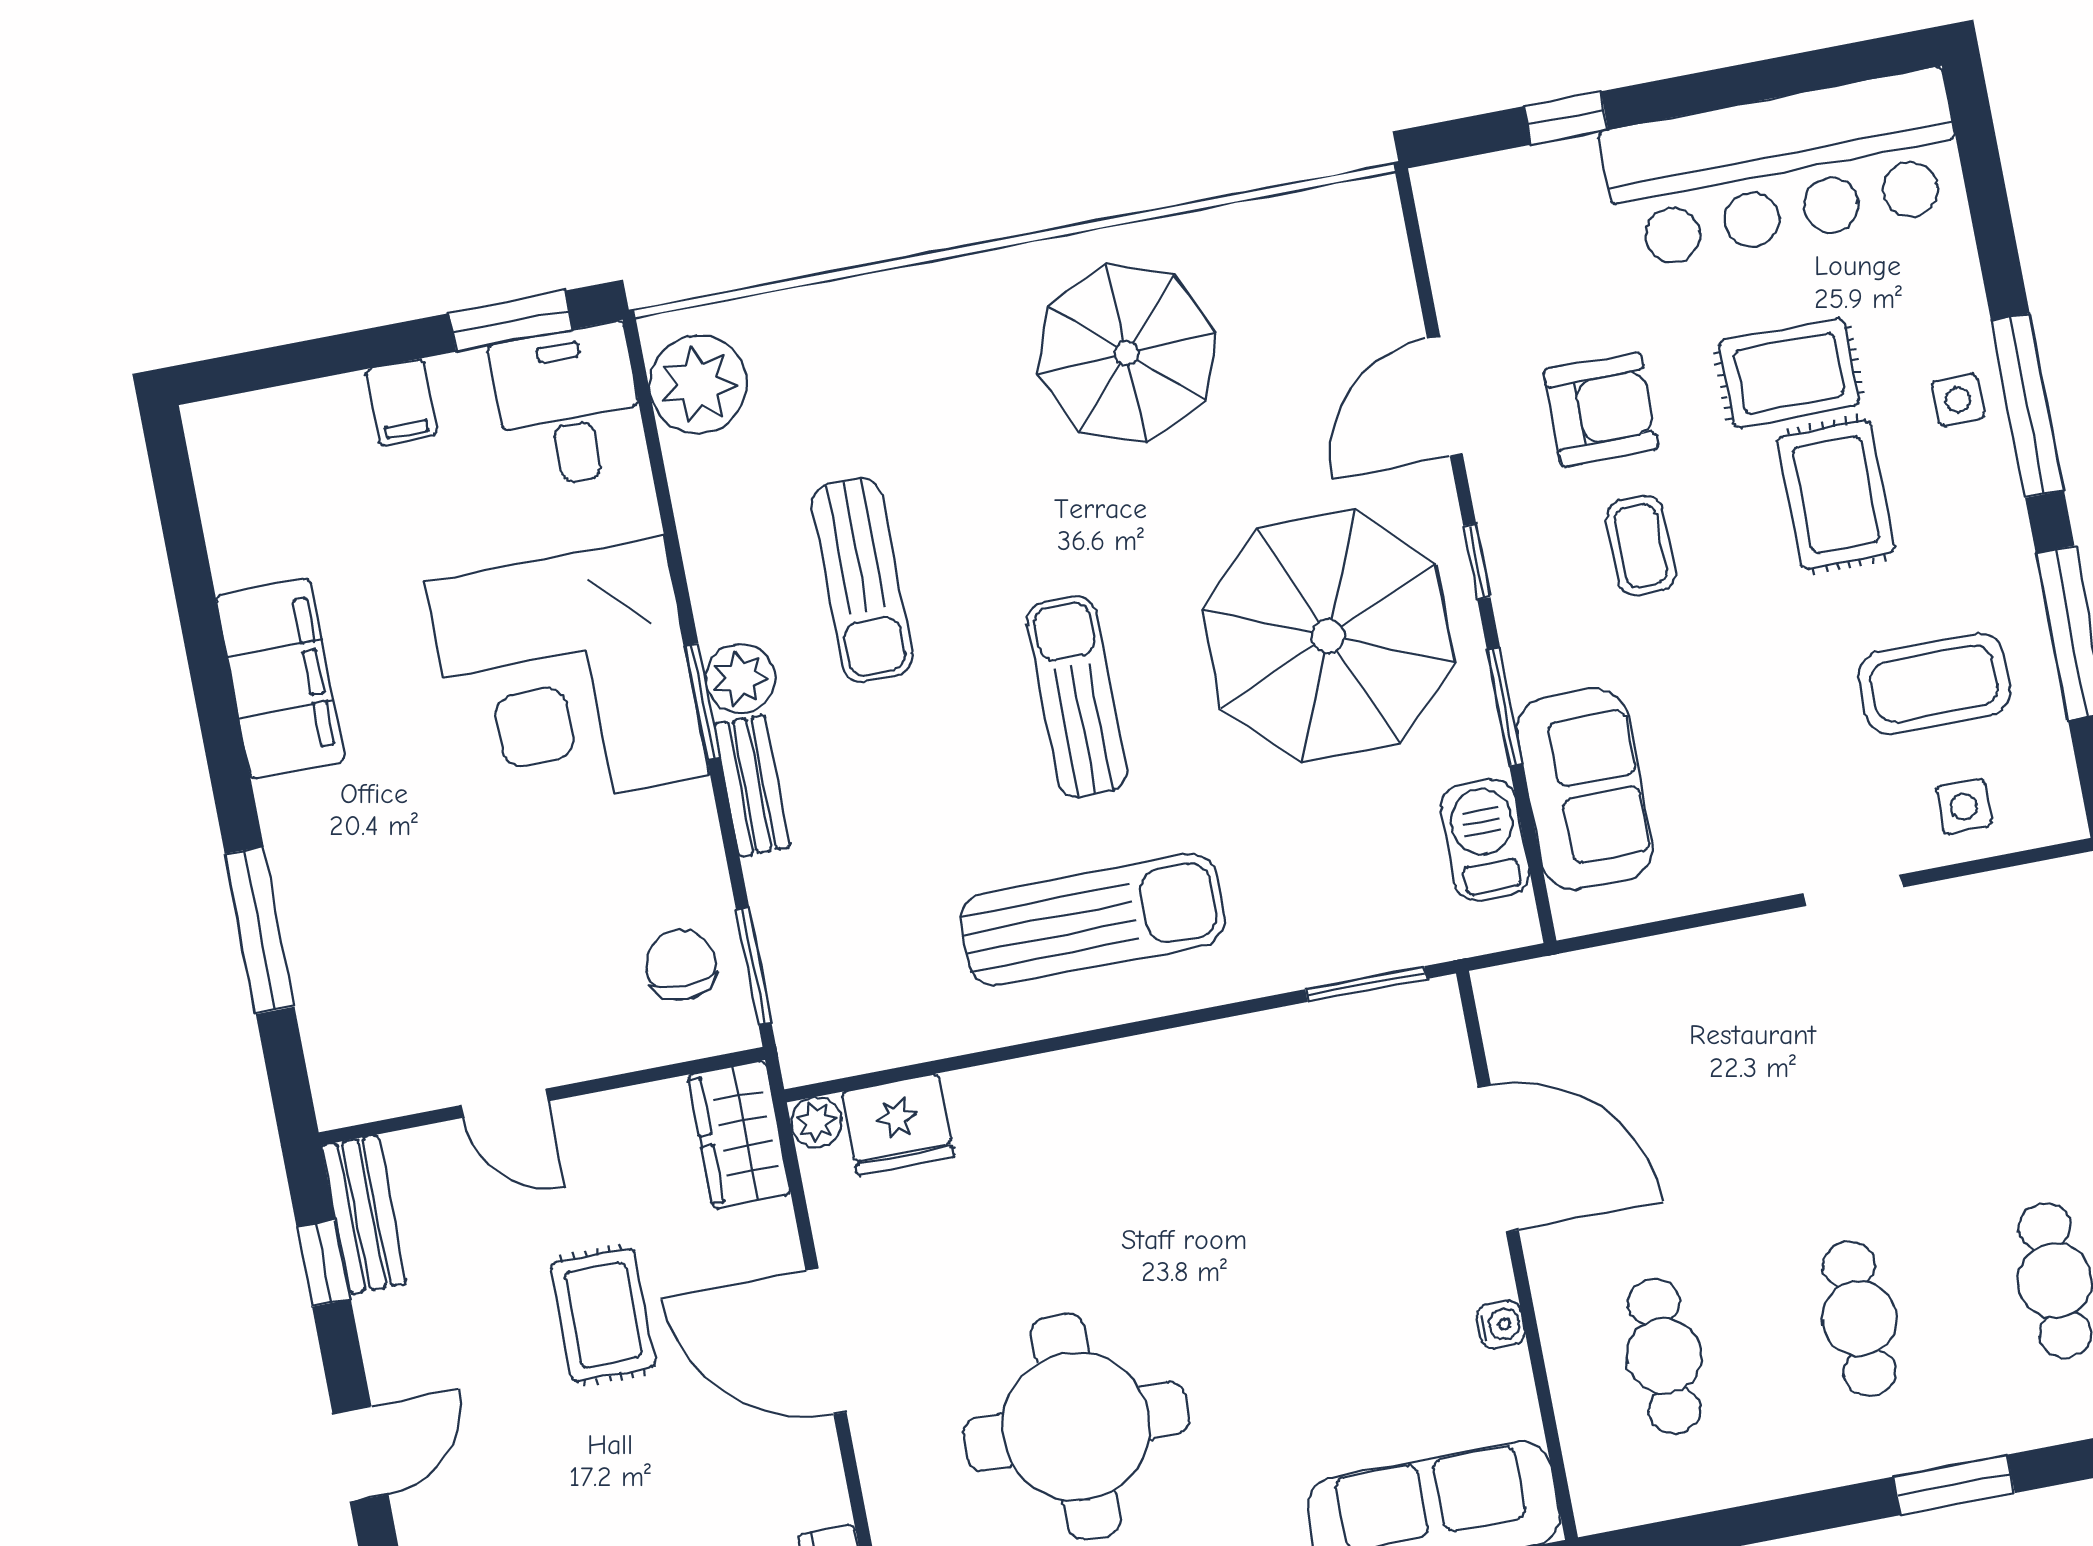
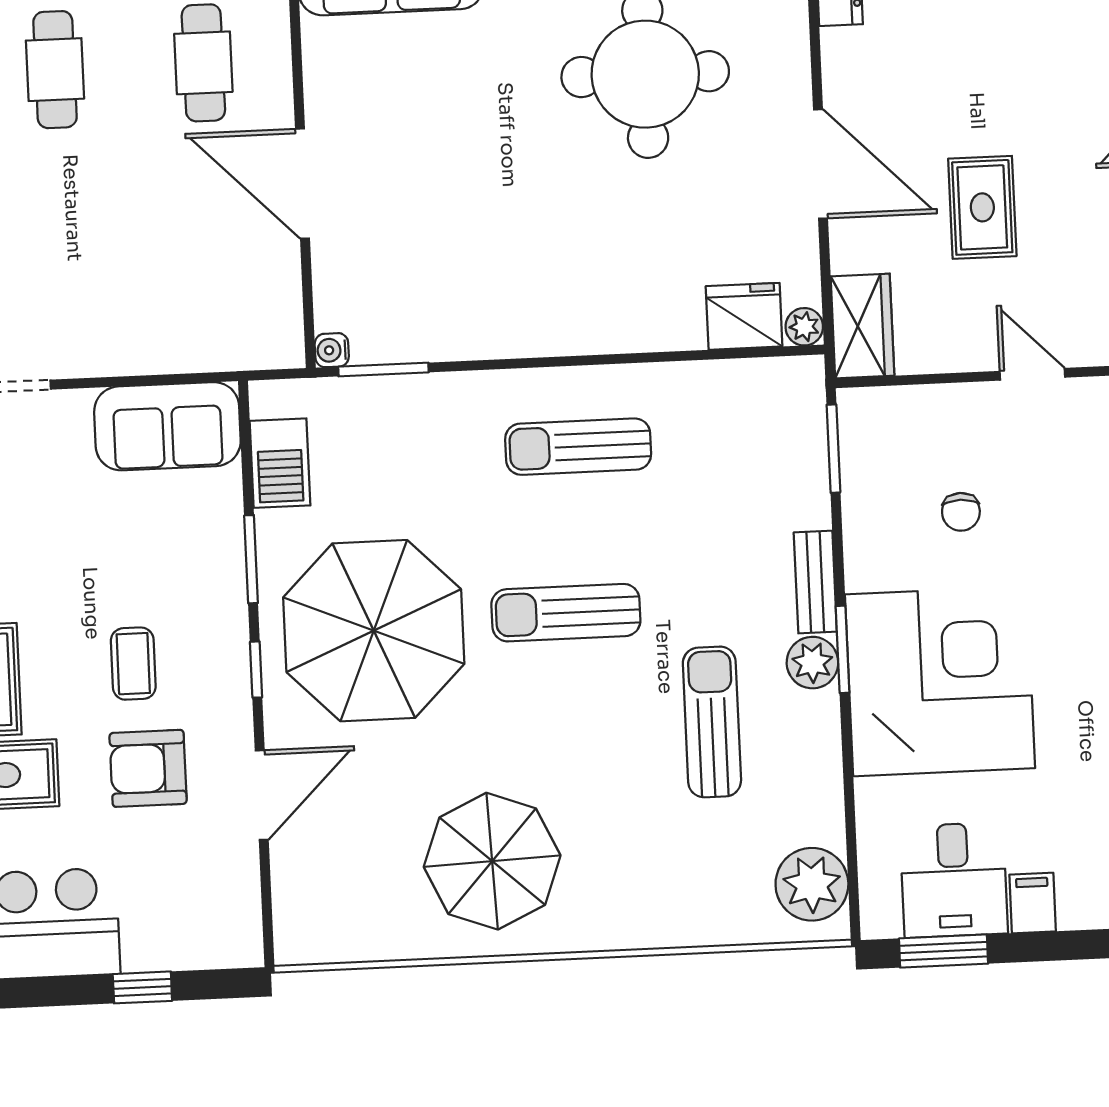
desk: (569, 406) -> (954, 880), moved
sun lounger: (1077, 697) -> (566, 613), turned 90
sofa: (1585, 789) -> (167, 426), moved, turned -90
sun lounger: (1093, 919) -> (578, 447), width x0.73, depth x0.75
chair: (681, 965) -> (961, 512), moved, width x0.73, depth x0.73
door: (1498, 1159) -> (303, 184), moved
water cooler: (1501, 1325) -> (332, 350), moved

